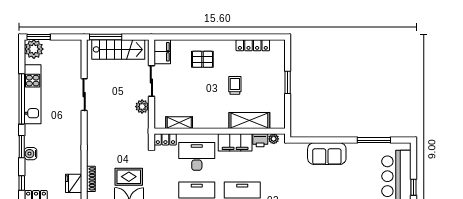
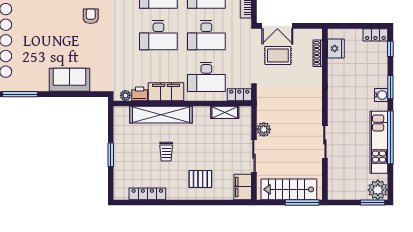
shelving: (249, 120) -> (161, 115), width x1.47
water cooler: (31, 154) -> (381, 95), moved

